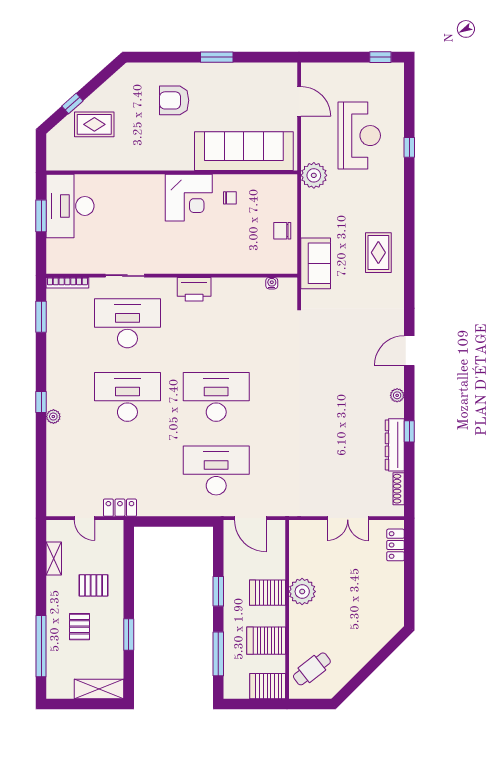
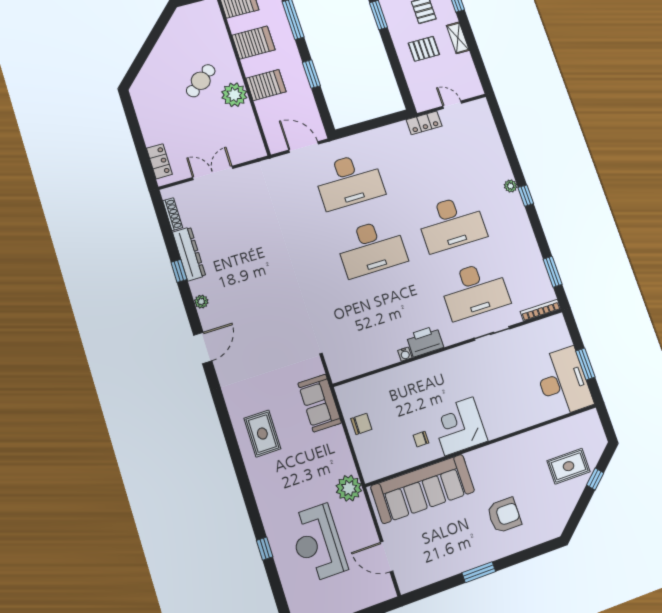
water cooler: (272, 283) -> (405, 354), moved
shelving: (54, 559) -> (458, 38), moved
cafe table: (312, 669) -> (201, 81), moved

